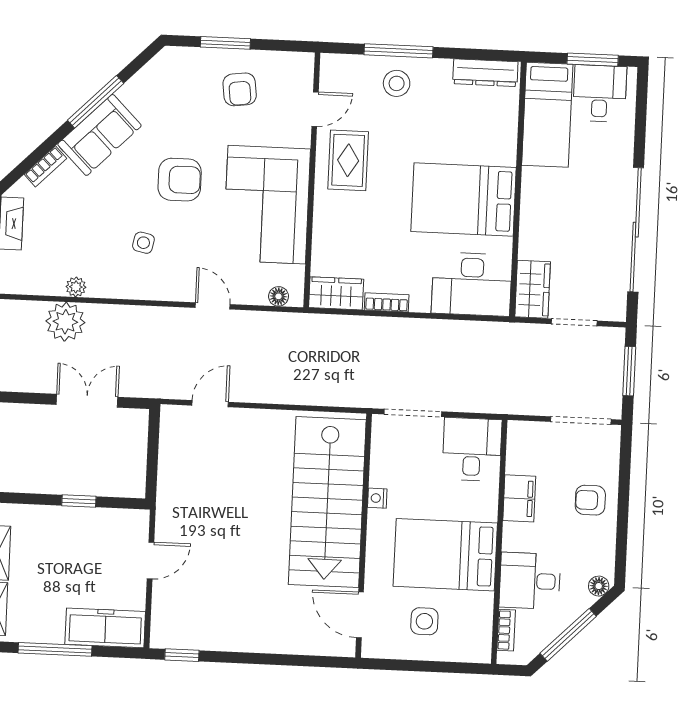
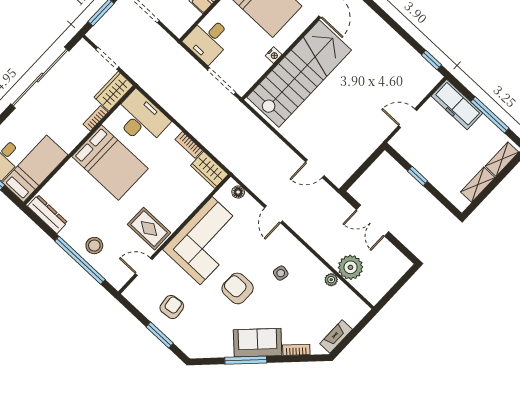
window: (399, 51) -> (80, 260), width x1.46
rug: (348, 160) -> (149, 229), turned 90
bookcase: (527, 238) -> (95, 118), added

